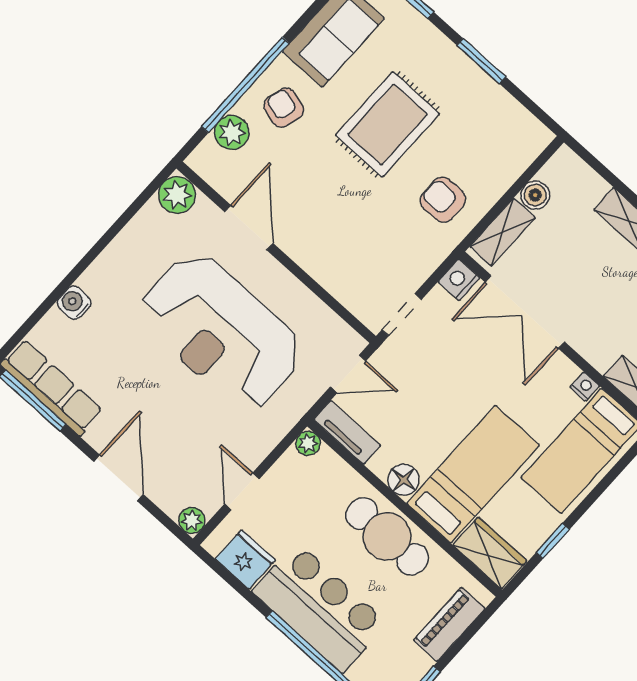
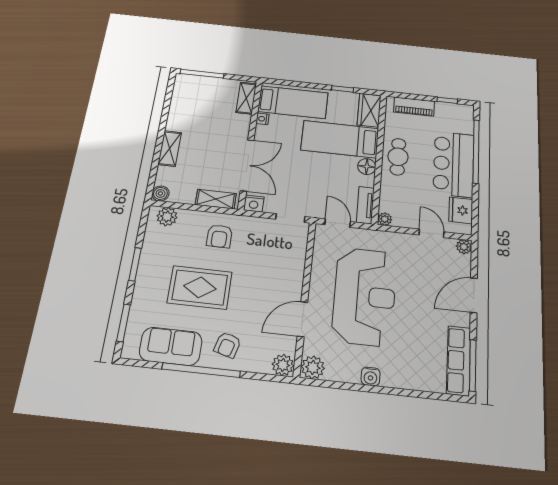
window: (245, 85) -> (201, 370), moved
plant: (232, 132) -> (283, 365), moved
plant: (523, 148) -> (167, 217), added
boiler: (535, 195) -> (160, 193), moved
water cooler: (74, 303) -> (371, 376), moved
door: (242, 491) -> (432, 233), swing flipped
cafe table: (387, 536) -> (398, 157), width x0.73, depth x0.74

